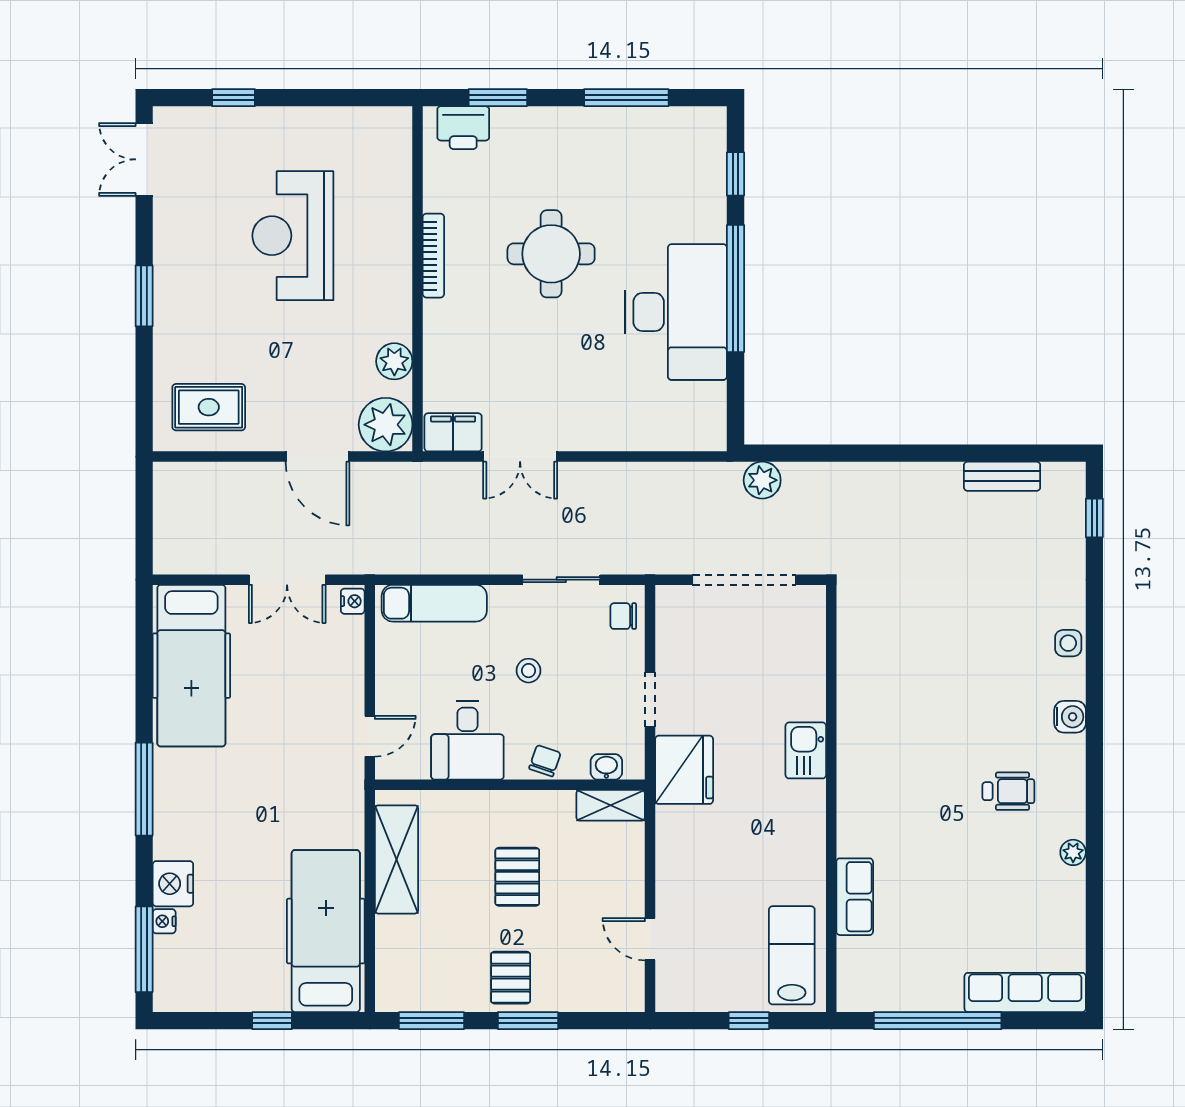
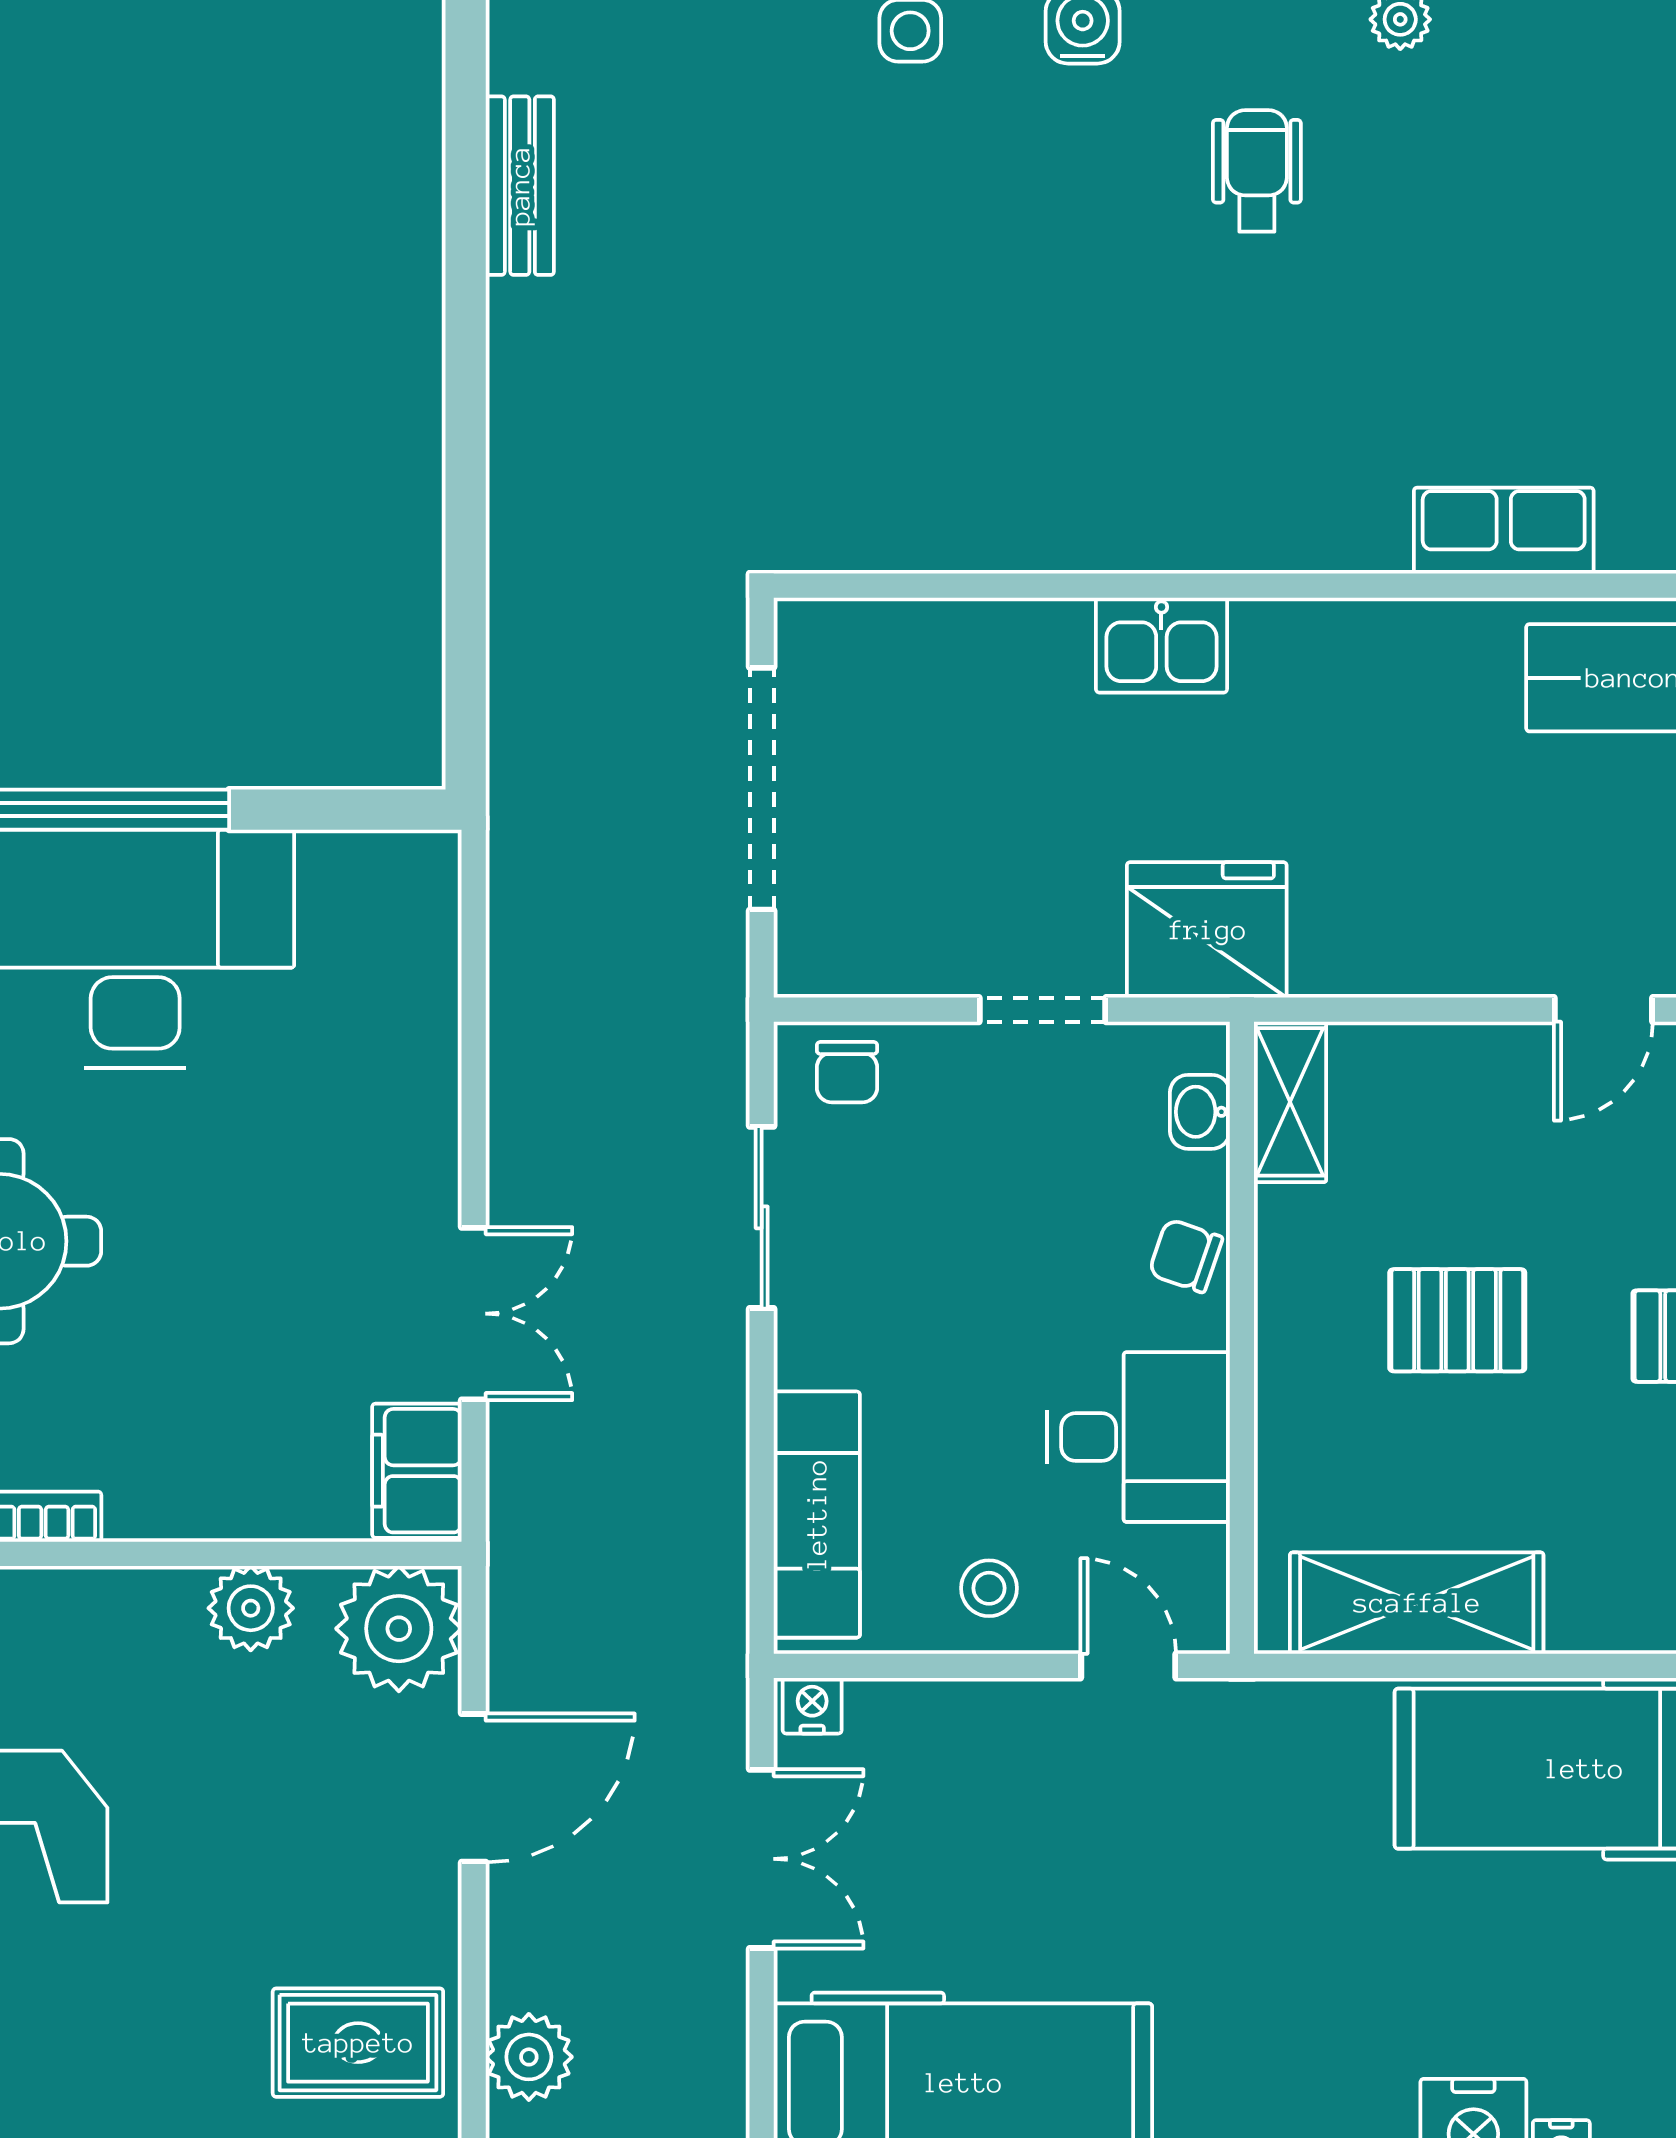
rug: (209, 407) -> (358, 2043), turned 90
plant: (762, 480) -> (529, 2057), moved
stool: (529, 671) -> (989, 1588), moved

